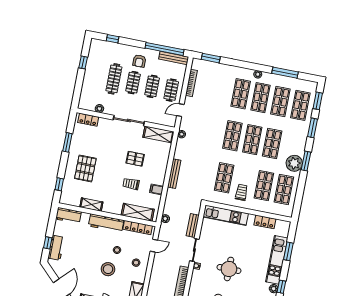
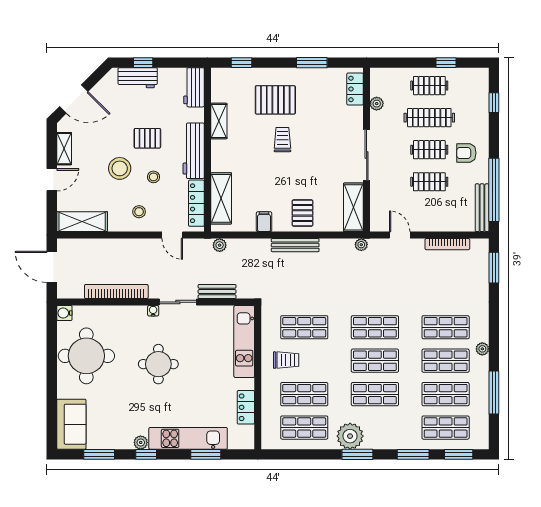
clothes rail: (171, 90) -> (429, 86), moved
pallet: (135, 159) -> (302, 213), moved
trolley: (131, 184) -> (282, 140), moved
pallet: (93, 249) -> (147, 138), added

